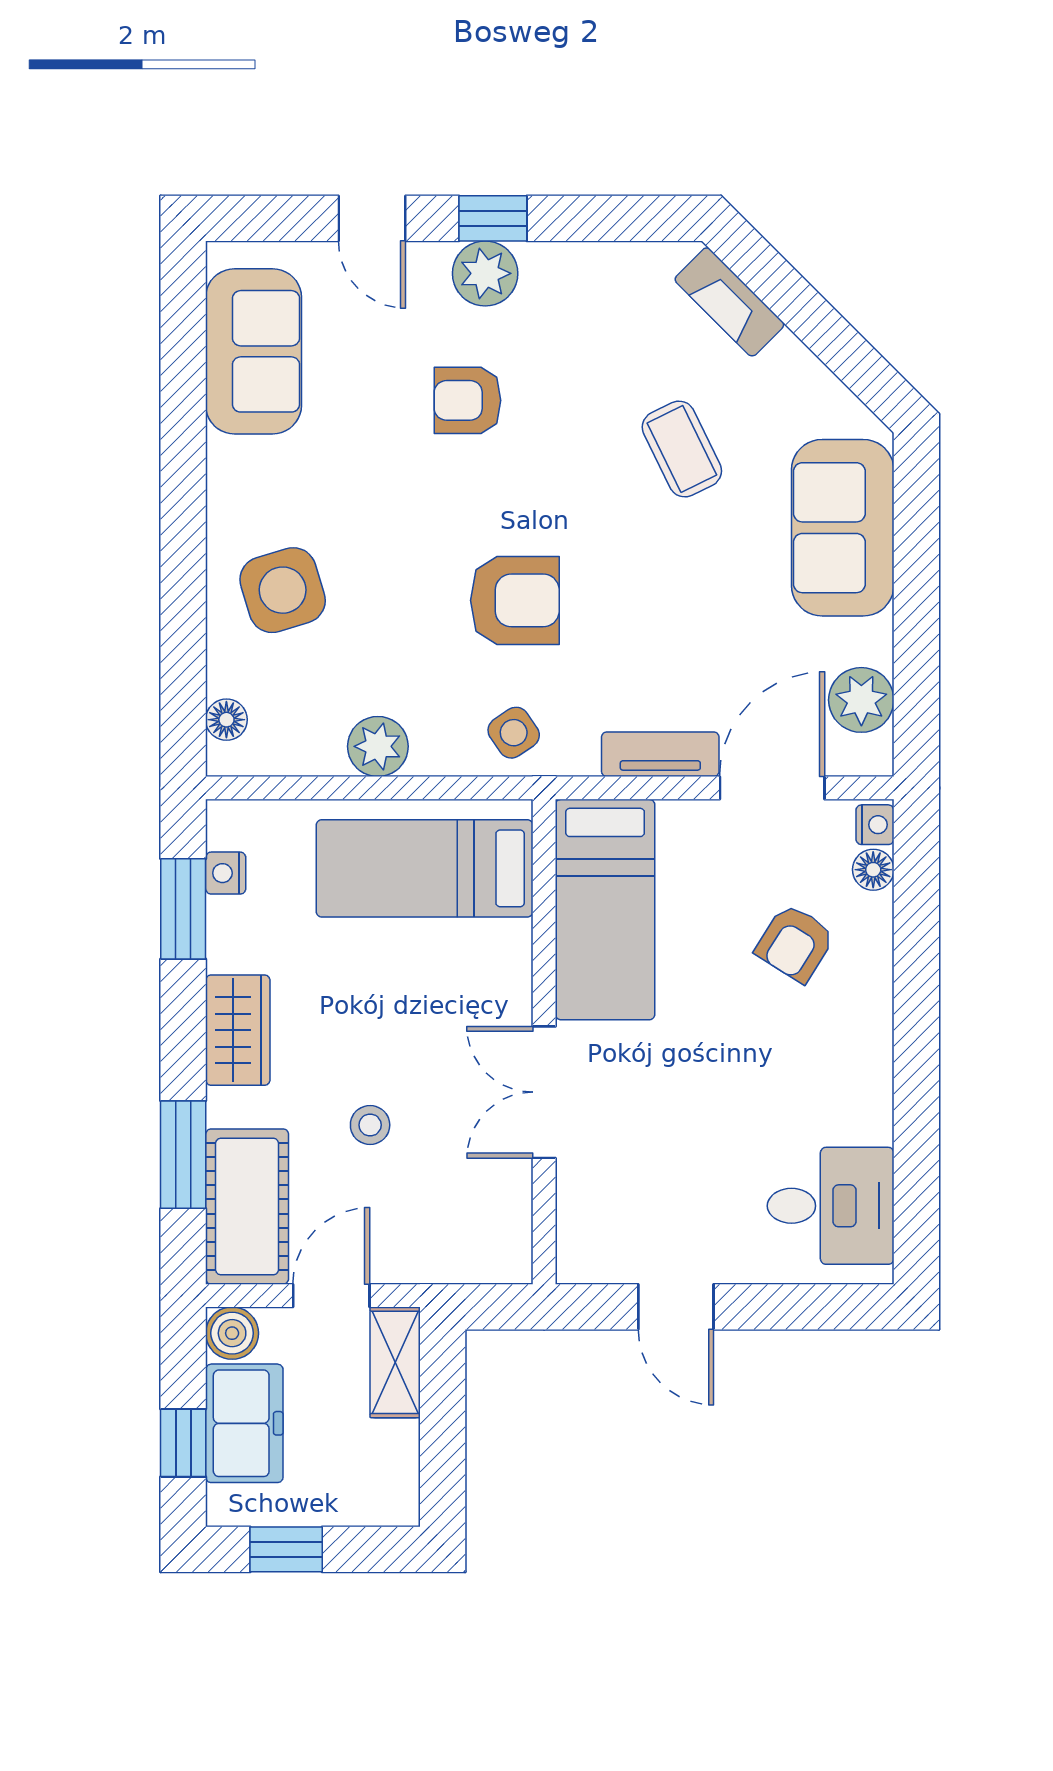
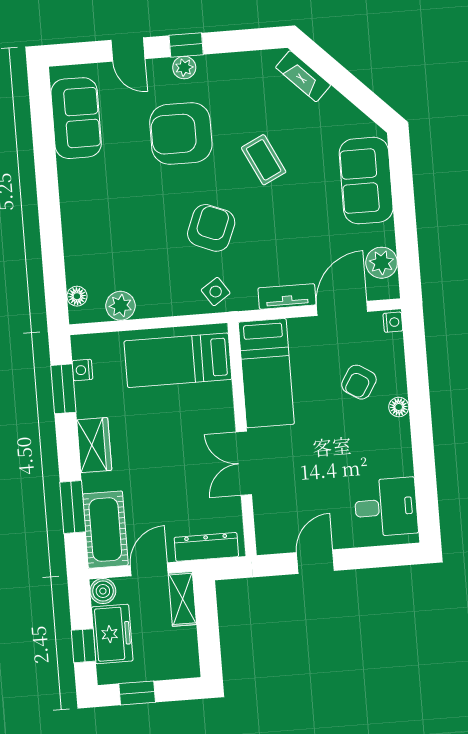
plant: (485, 273) -> (184, 68), width x0.73, depth x0.73
armchair: (467, 400) -> (181, 133), width x1.88, depth x1.88
coffee table: (682, 449) -> (264, 160), moved
side table: (283, 590) -> (99, 232), removed
armchair: (515, 600) -> (211, 228), turned -68
plant: (378, 746) -> (120, 306), moved
floor lamp: (873, 870) -> (399, 407), moved
stool: (370, 1125) -> (161, 486), removed
dresser: (453, 1259) -> (206, 547), added
door: (676, 1307) -> (315, 562), swing flipped

